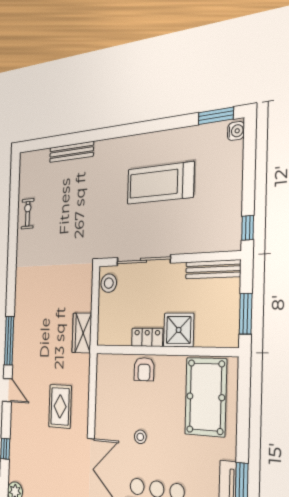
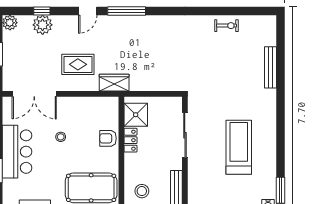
stool: (109, 283) -> (142, 191), moved
shower: (179, 330) -> (136, 115), moved
wardrobe: (82, 333) -> (114, 83), moved
plant: (19, 449) -> (43, 25), added

